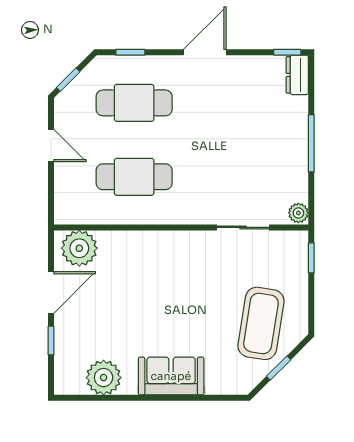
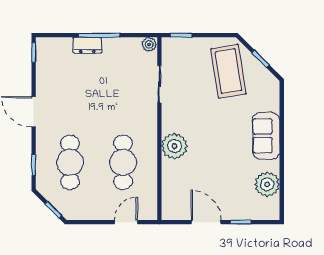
dresser: (297, 75) -> (87, 45), moved
door: (51, 146) -> (126, 222), moved
plant: (79, 248) -> (174, 146), moved
coffee table: (261, 323) -> (228, 71), turned 72

